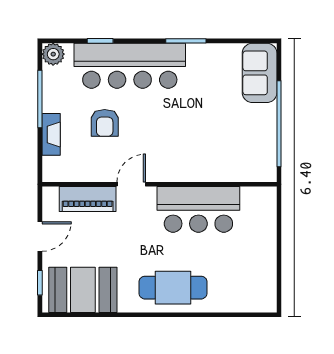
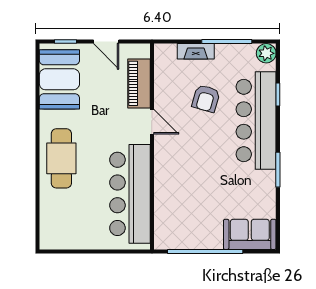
armchair: (105, 123) -> (206, 98), turned -74
bar counter: (198, 209) -> (130, 194), width x1.36

